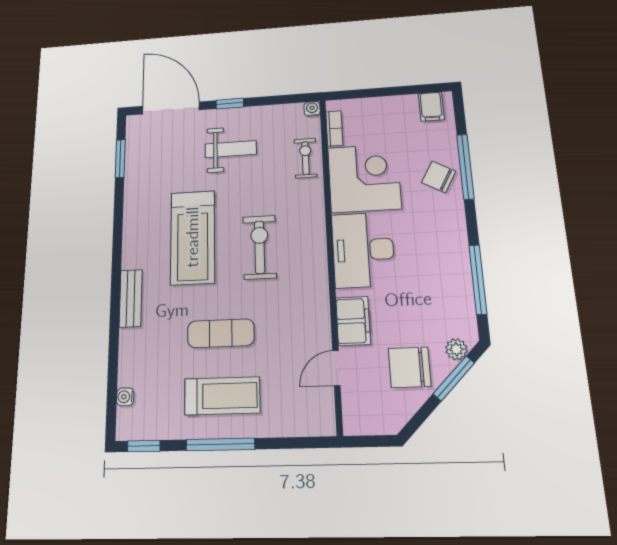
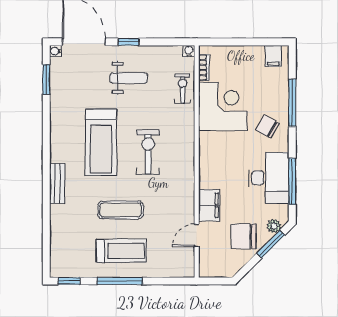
chair: (439, 177) -> (268, 127), moved
desk: (363, 250) -> (269, 178), moved, turned 180
water cooler: (125, 397) -> (55, 51), moved

